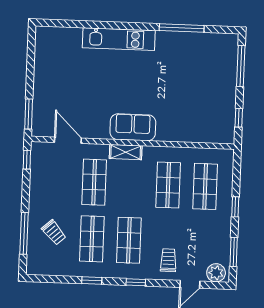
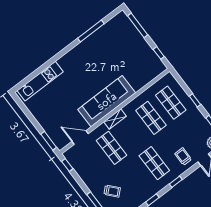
kitchen unit: (119, 39) -> (40, 81), moved
sofa: (133, 127) -> (107, 101), width x1.85, depth x1.27
shop shelf: (92, 239) -> (135, 178), removed

